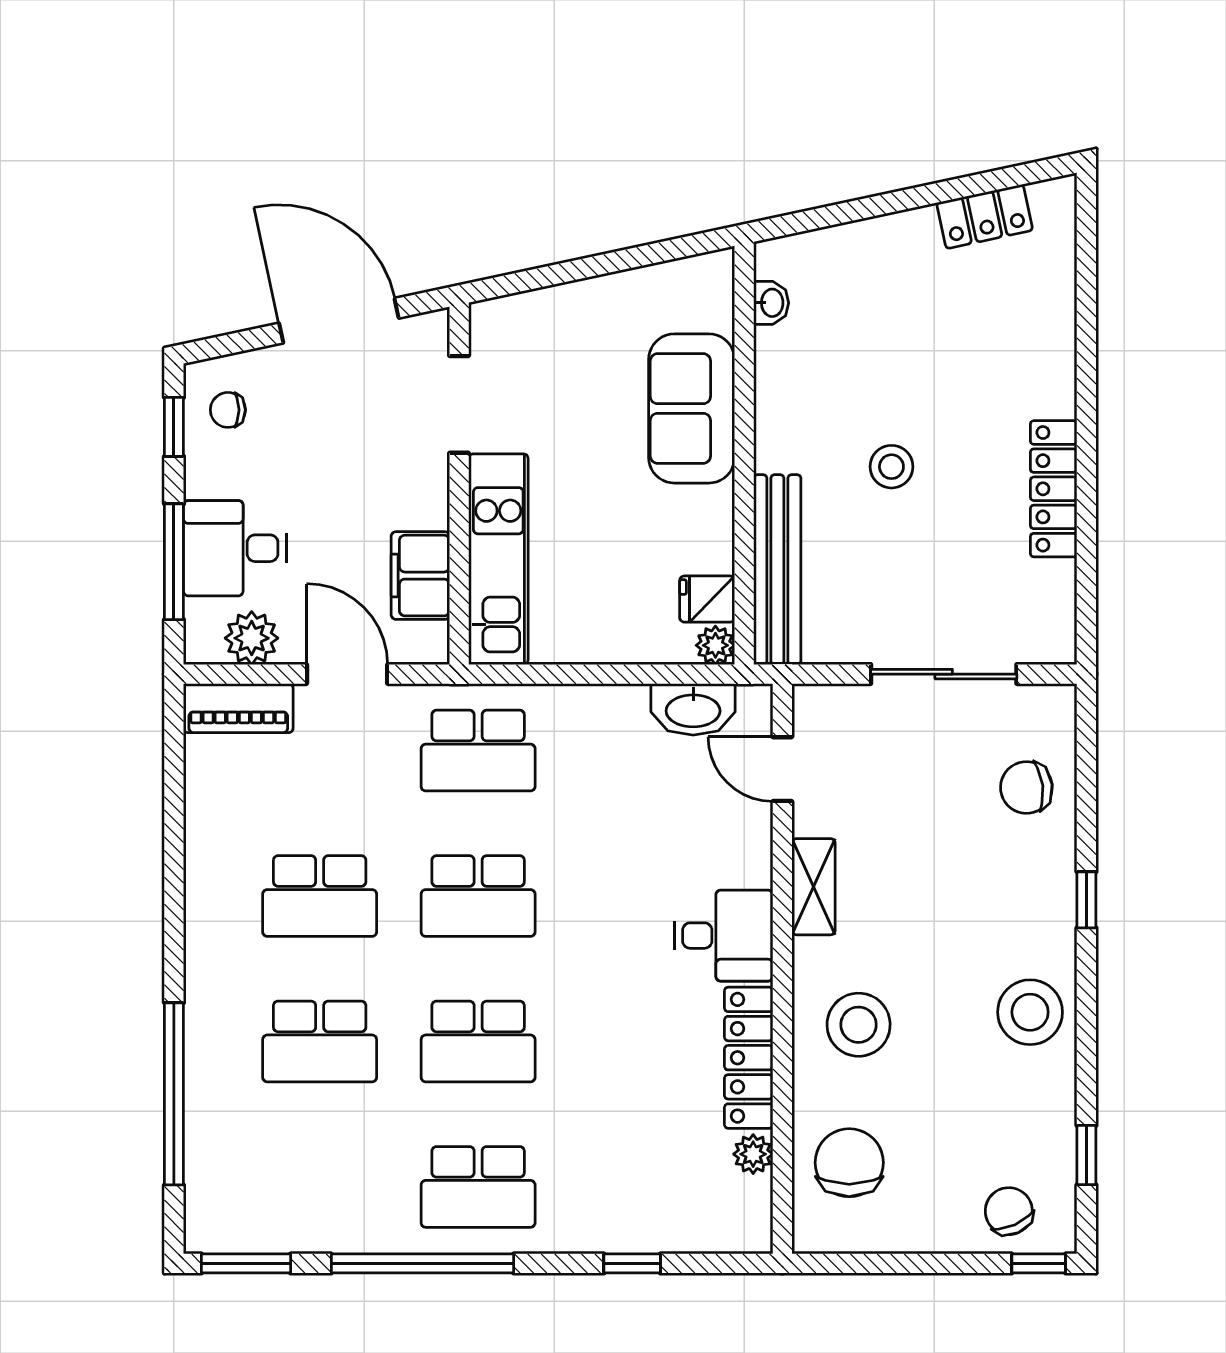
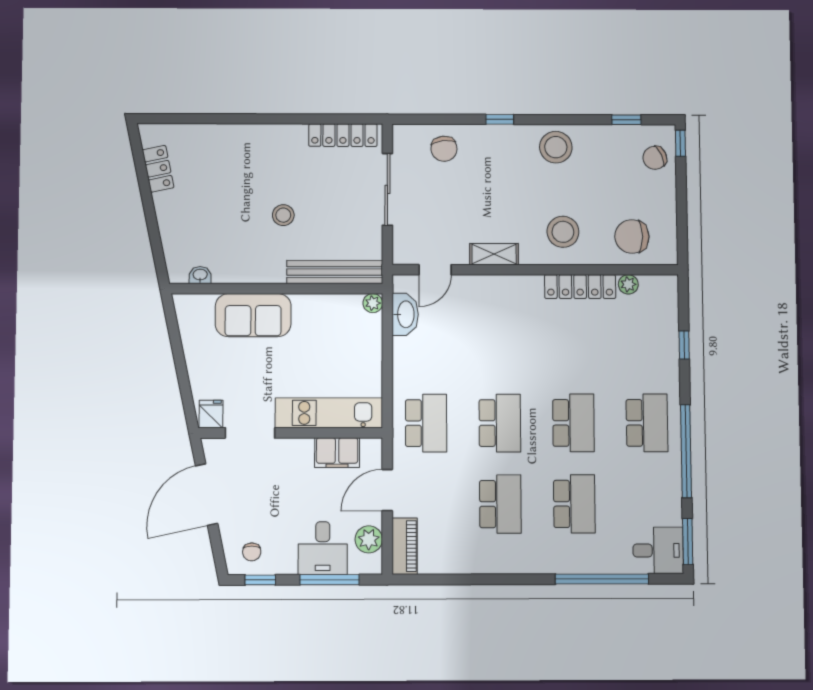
locker: (1054, 489) -> (343, 135), moved
fridge: (707, 599) -> (211, 414), moved, turned 180
desk: (724, 936) -> (658, 550), moved, turned 90

